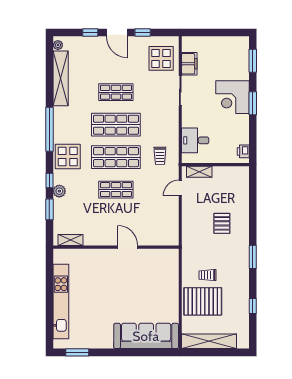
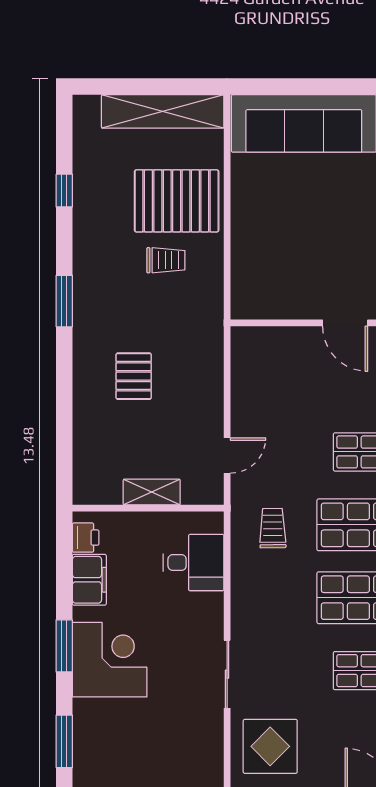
filing cabinet: (189, 64) -> (89, 580), moved, turned 180
shelving: (199, 172) -> (152, 492), moved

